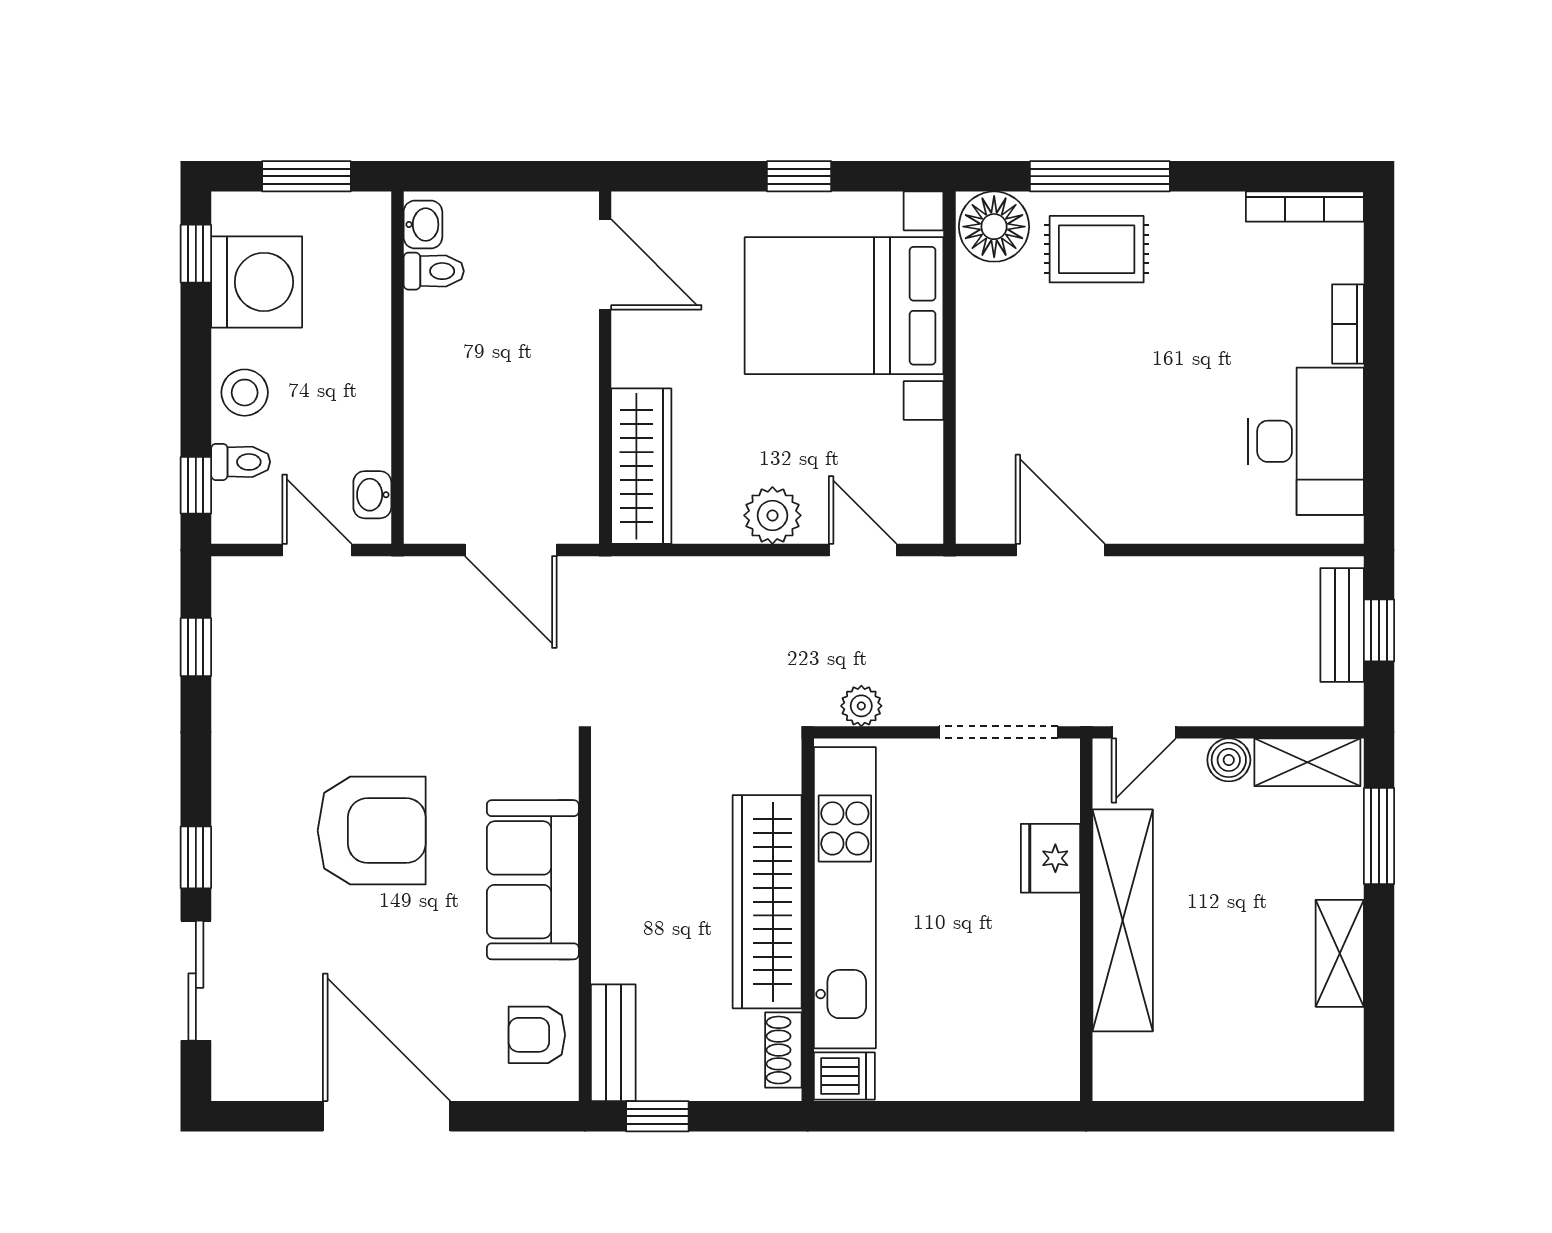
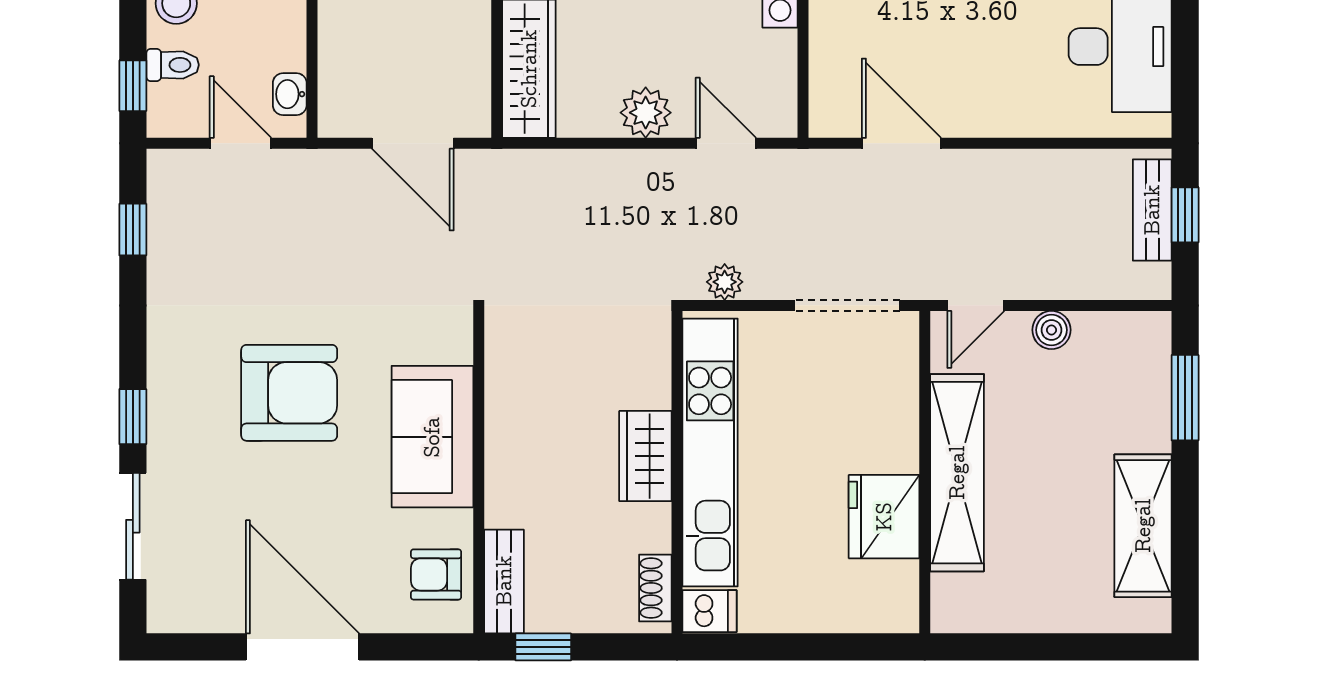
shelving: (1307, 762) -> (1121, 332), removed
fridge: (1051, 858) -> (884, 517), moved, width x1.36, depth x1.34
wardrobe: (767, 902) -> (645, 456), width x0.48, depth x0.85
shelving: (1340, 953) -> (1143, 526), width x1.50, depth x1.33

